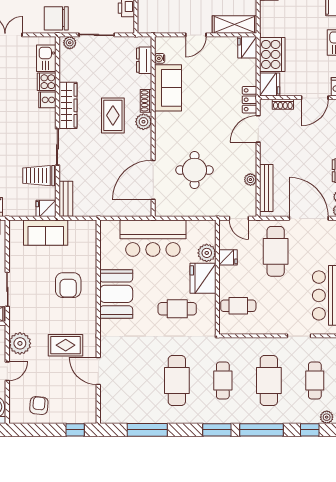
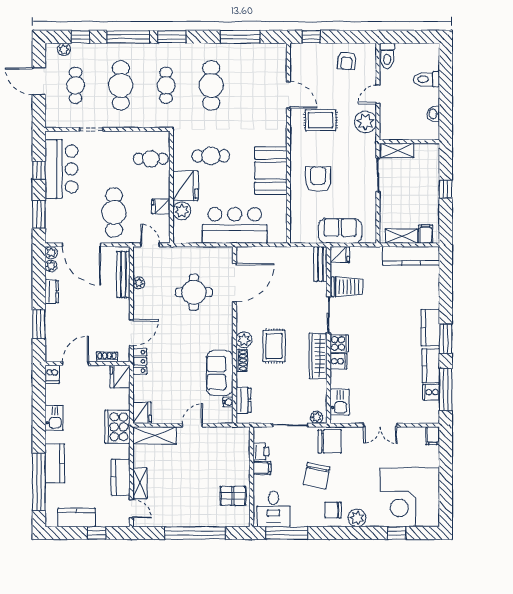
cooker: (272, 54) -> (117, 427), moved
cooker: (47, 82) -> (339, 343), moved

